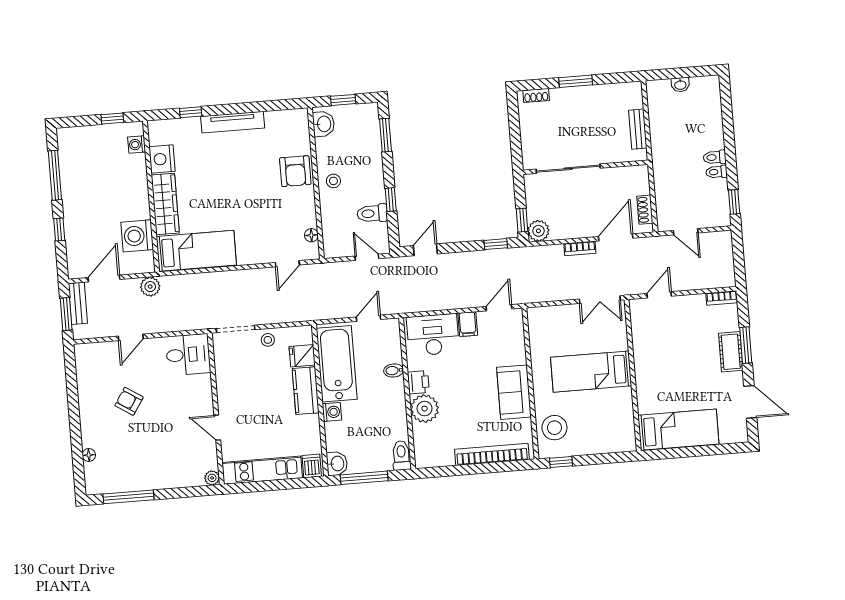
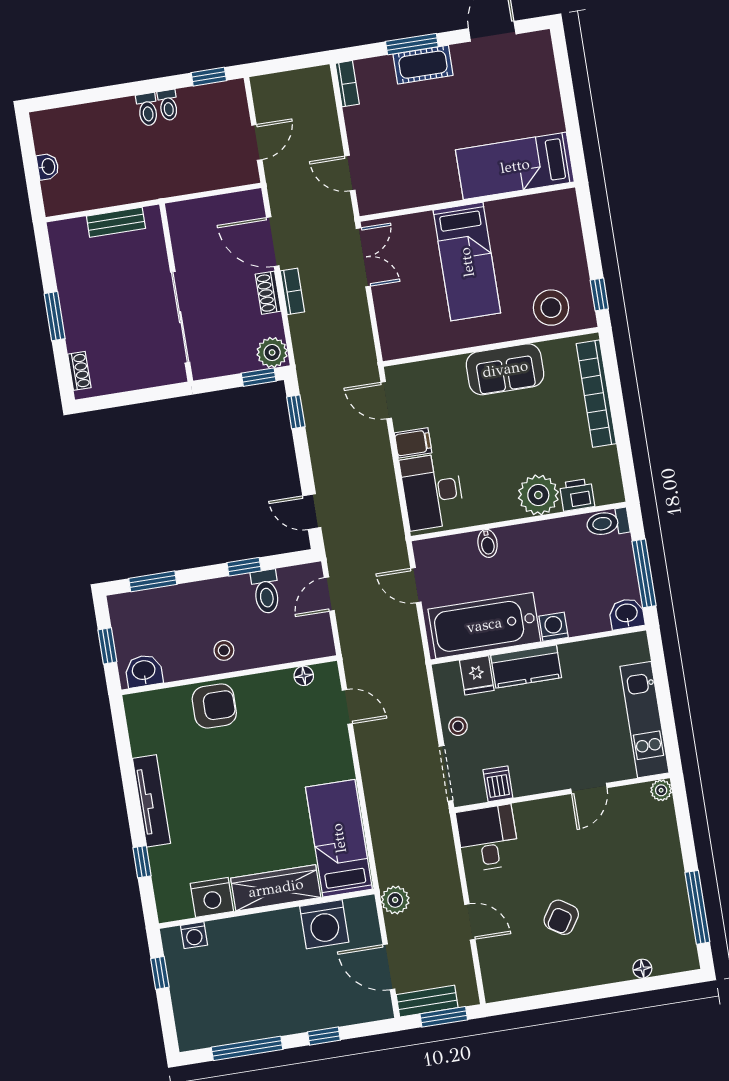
shoe rack: (645, 210) -> (268, 293), moved, turned 90
printer: (418, 382) -> (577, 495), moved
bed: (678, 430) -> (515, 166), moved, turned -90
dishwasher: (312, 466) -> (498, 784), moved, turned 90

